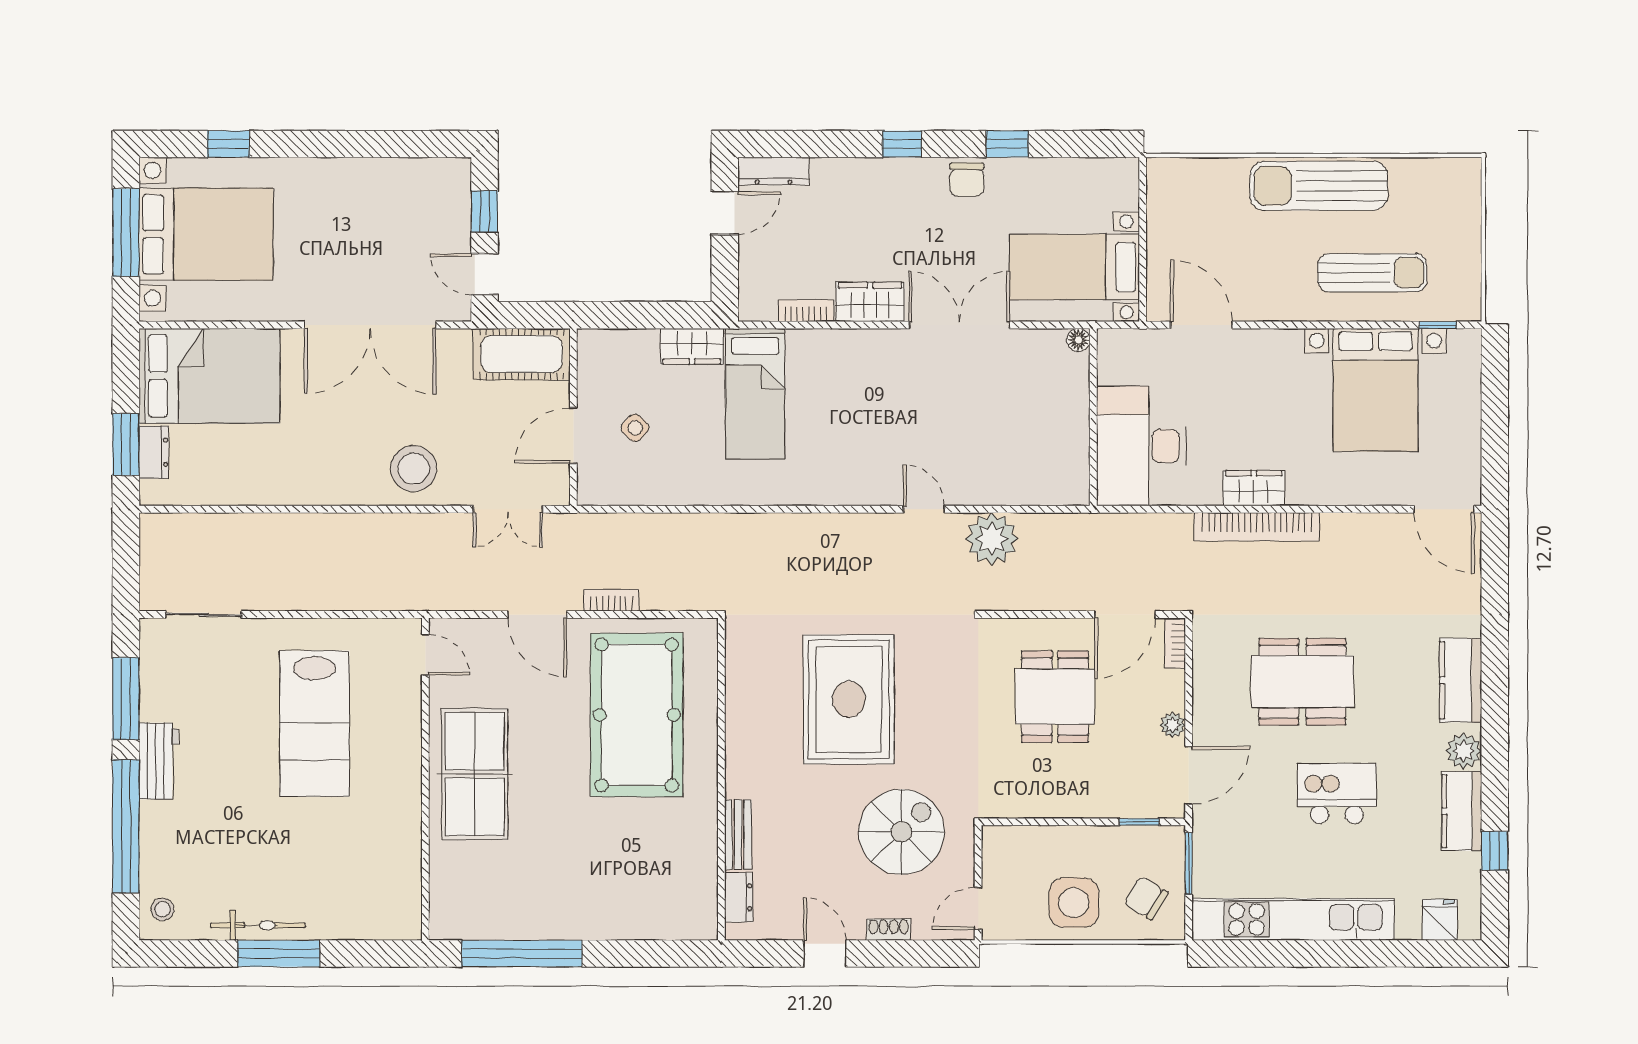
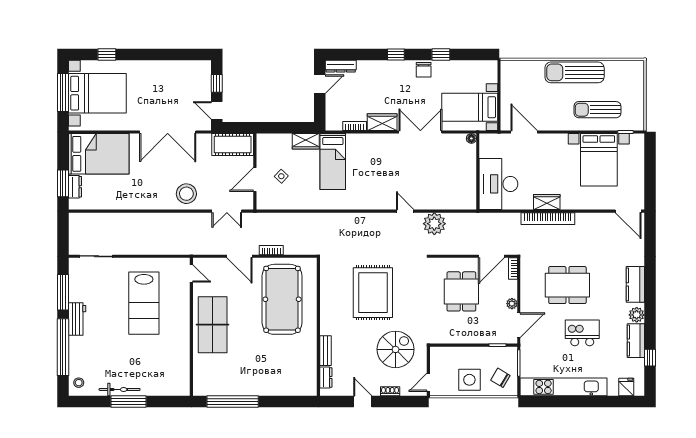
sun lounger: (1372, 273) -> (597, 110), turned 180

